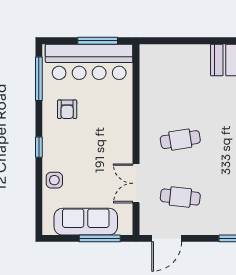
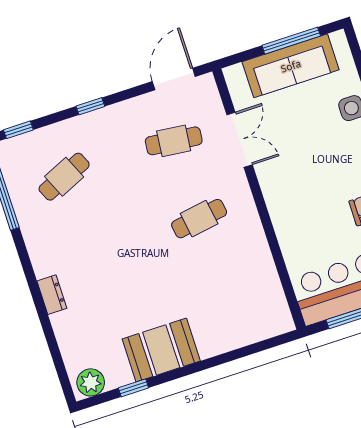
window: (100, 238) -> (291, 41), moved

